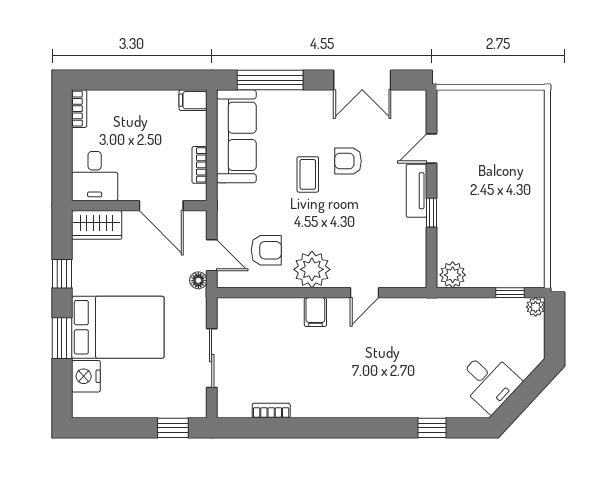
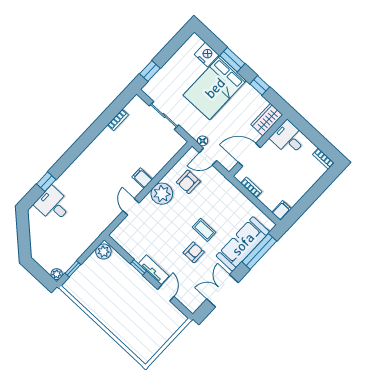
sofa: (236, 136) -> (243, 244), moved, turned 90
desk: (489, 381) -> (53, 205), moved, turned 47

